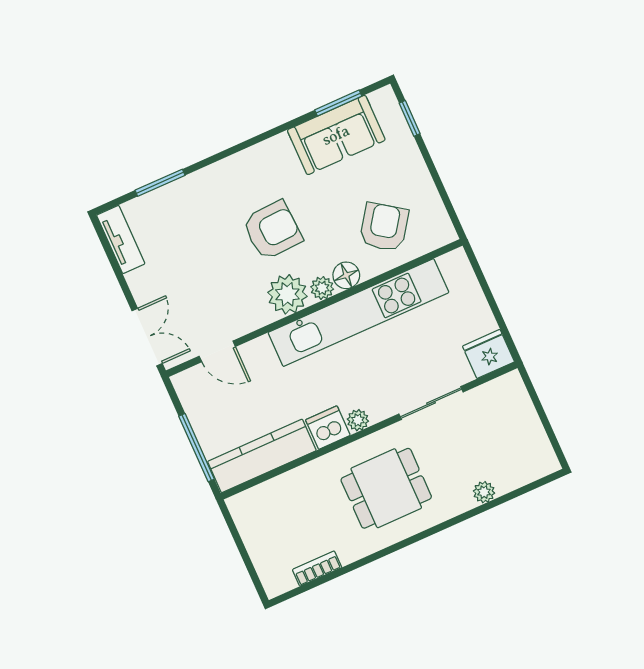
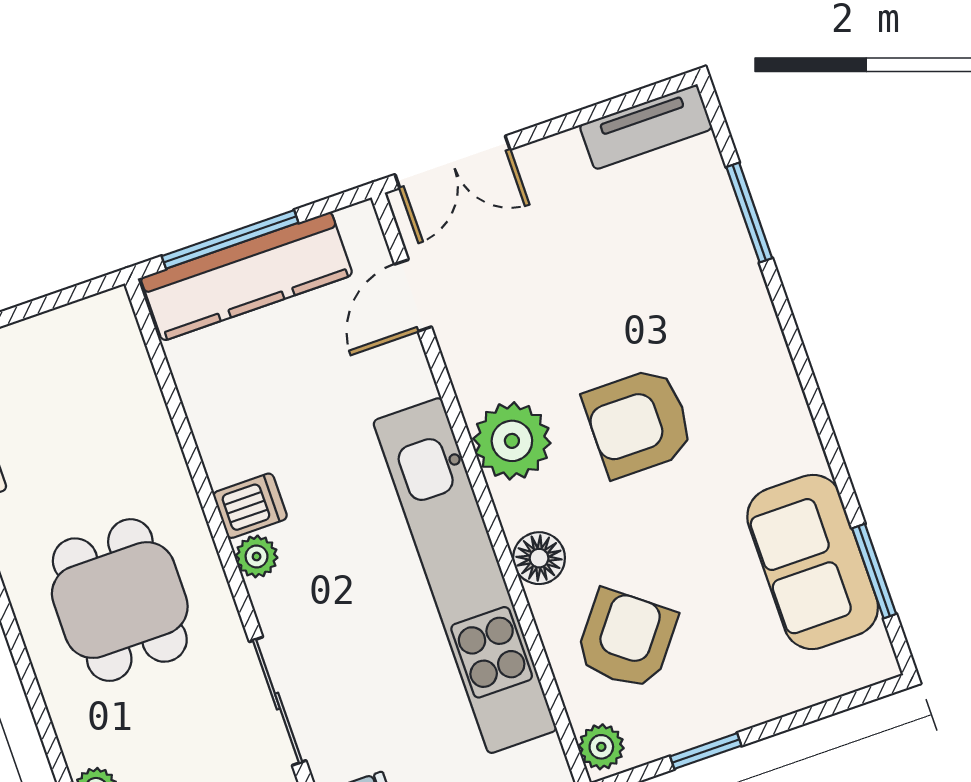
window: (410, 118) -> (706, 751), moved
armchair: (384, 227) -> (626, 639), turned -87
armchair: (272, 230) -> (639, 422), turned 93
plant: (322, 288) -> (601, 747), moved
dishwasher: (328, 428) -> (250, 506), width x0.73
kitchen counter: (262, 456) -> (247, 276), moved, turned 90

